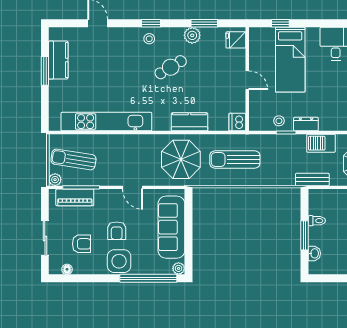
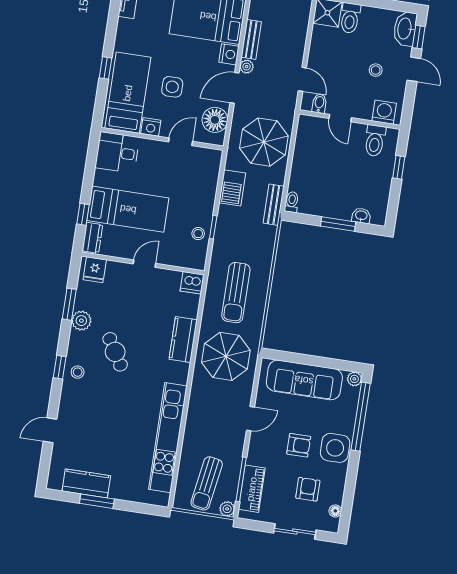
dresser: (306, 124) -> (92, 238), moved, turned 180
toilet: (317, 221) -> (292, 202), moved

